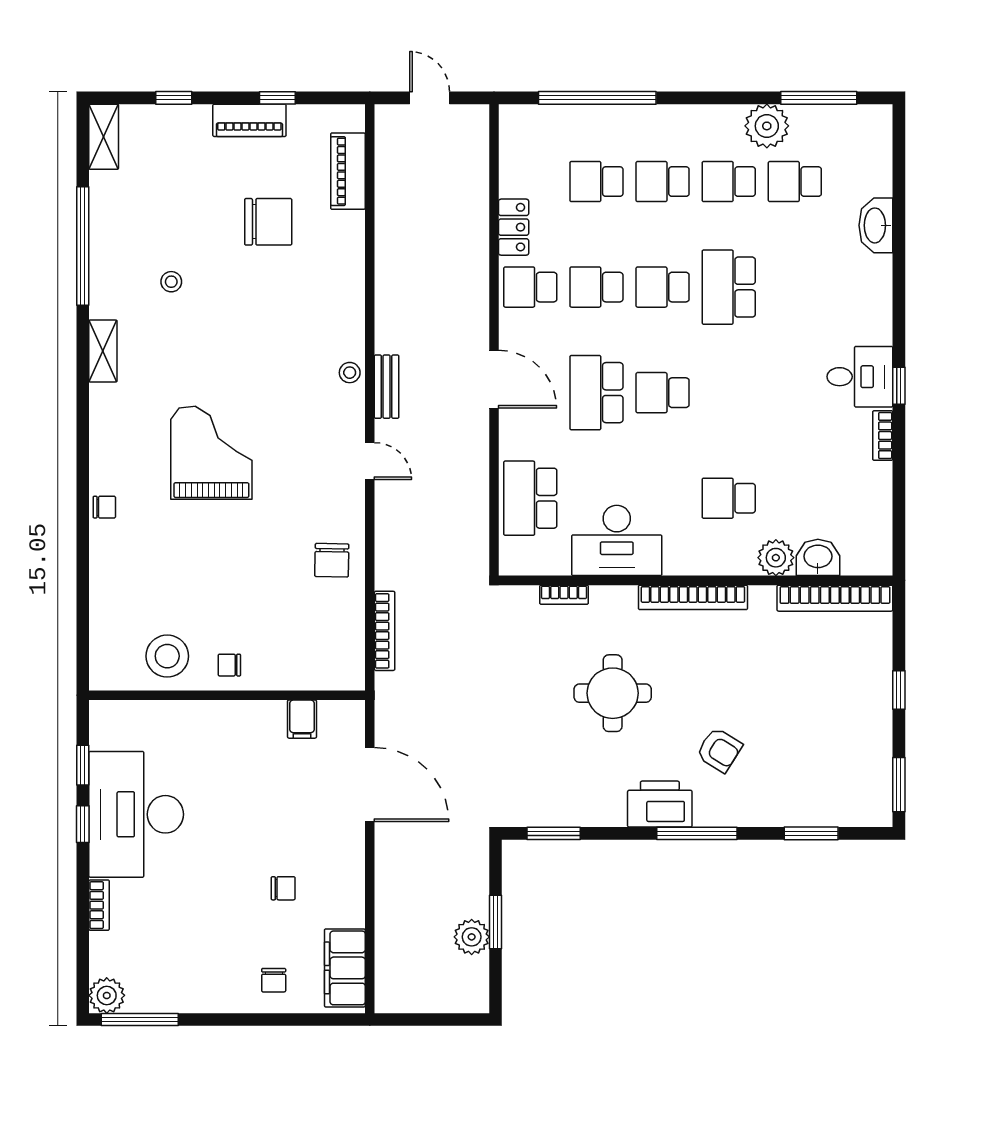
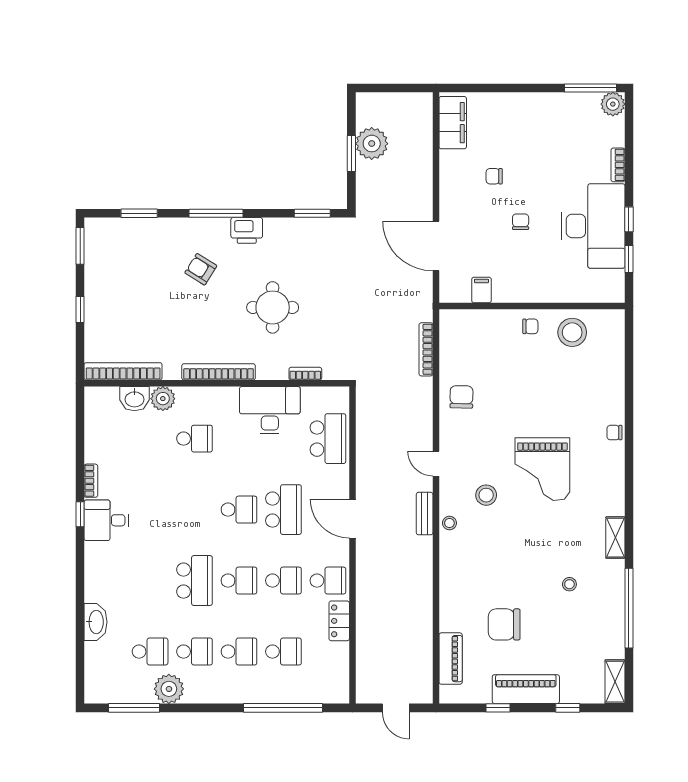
piano: (249, 120) -> (526, 689), width x1.37, depth x1.33
stool: (295, 414) -> (486, 495), added
printer: (660, 804) -> (247, 230), width x0.73, depth x0.84
plant: (472, 937) -> (372, 144), width x1.36, depth x1.36
chair: (274, 980) -> (521, 222), moved

